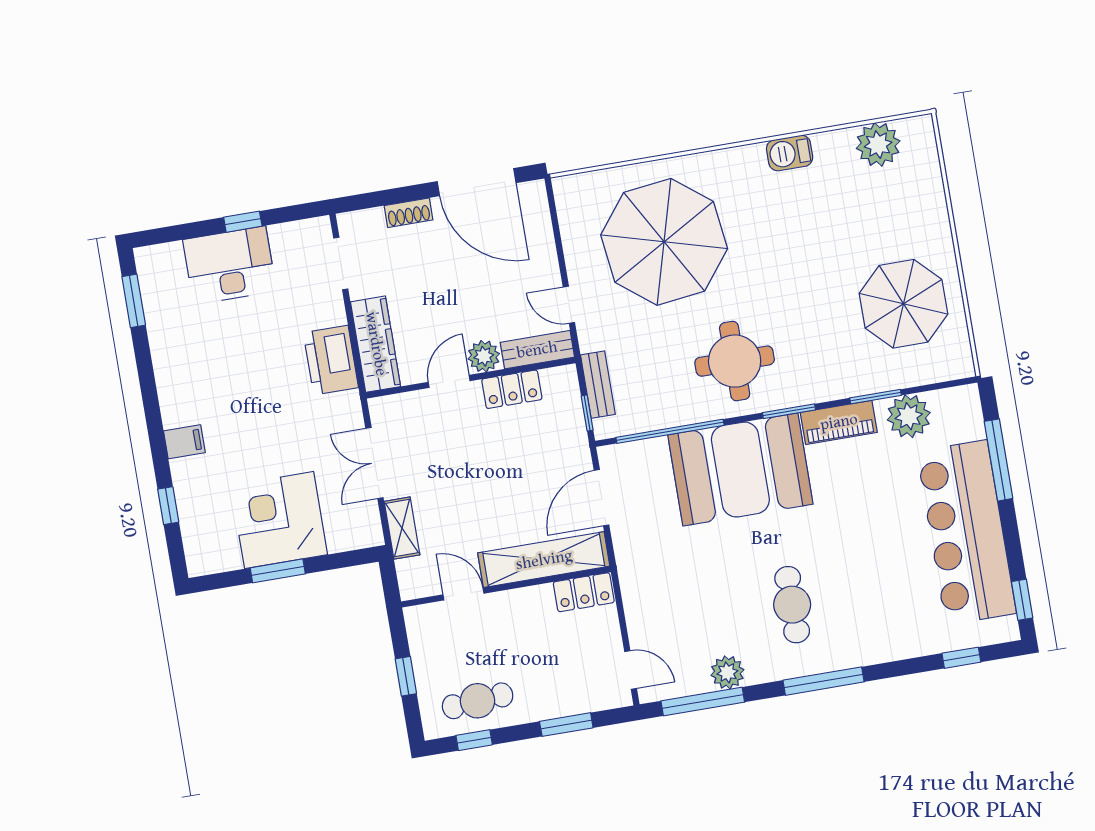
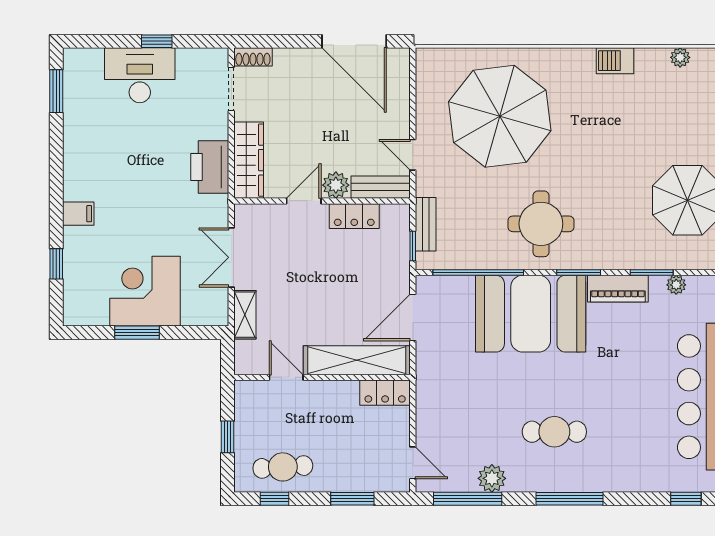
plant: (878, 145) -> (680, 57), width x0.53, depth x0.53
shoe rack: (409, 213) -> (253, 57), moved
plant: (909, 416) -> (676, 285), width x0.53, depth x0.53
cafe table: (792, 605) -> (554, 432), turned 90

